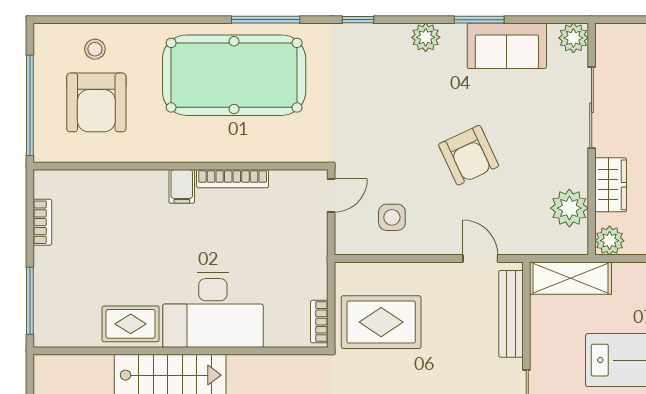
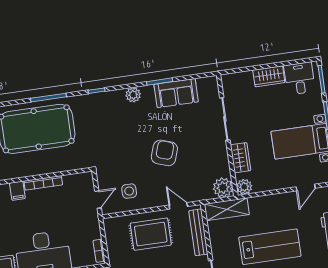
plant: (573, 38) -> (210, 84), removed
armchair: (469, 155) -> (164, 153), turned -136
door: (331, 195) -> (98, 200), moved
plant: (569, 208) -> (223, 188), moved
rug: (381, 322) -> (151, 234), moved

